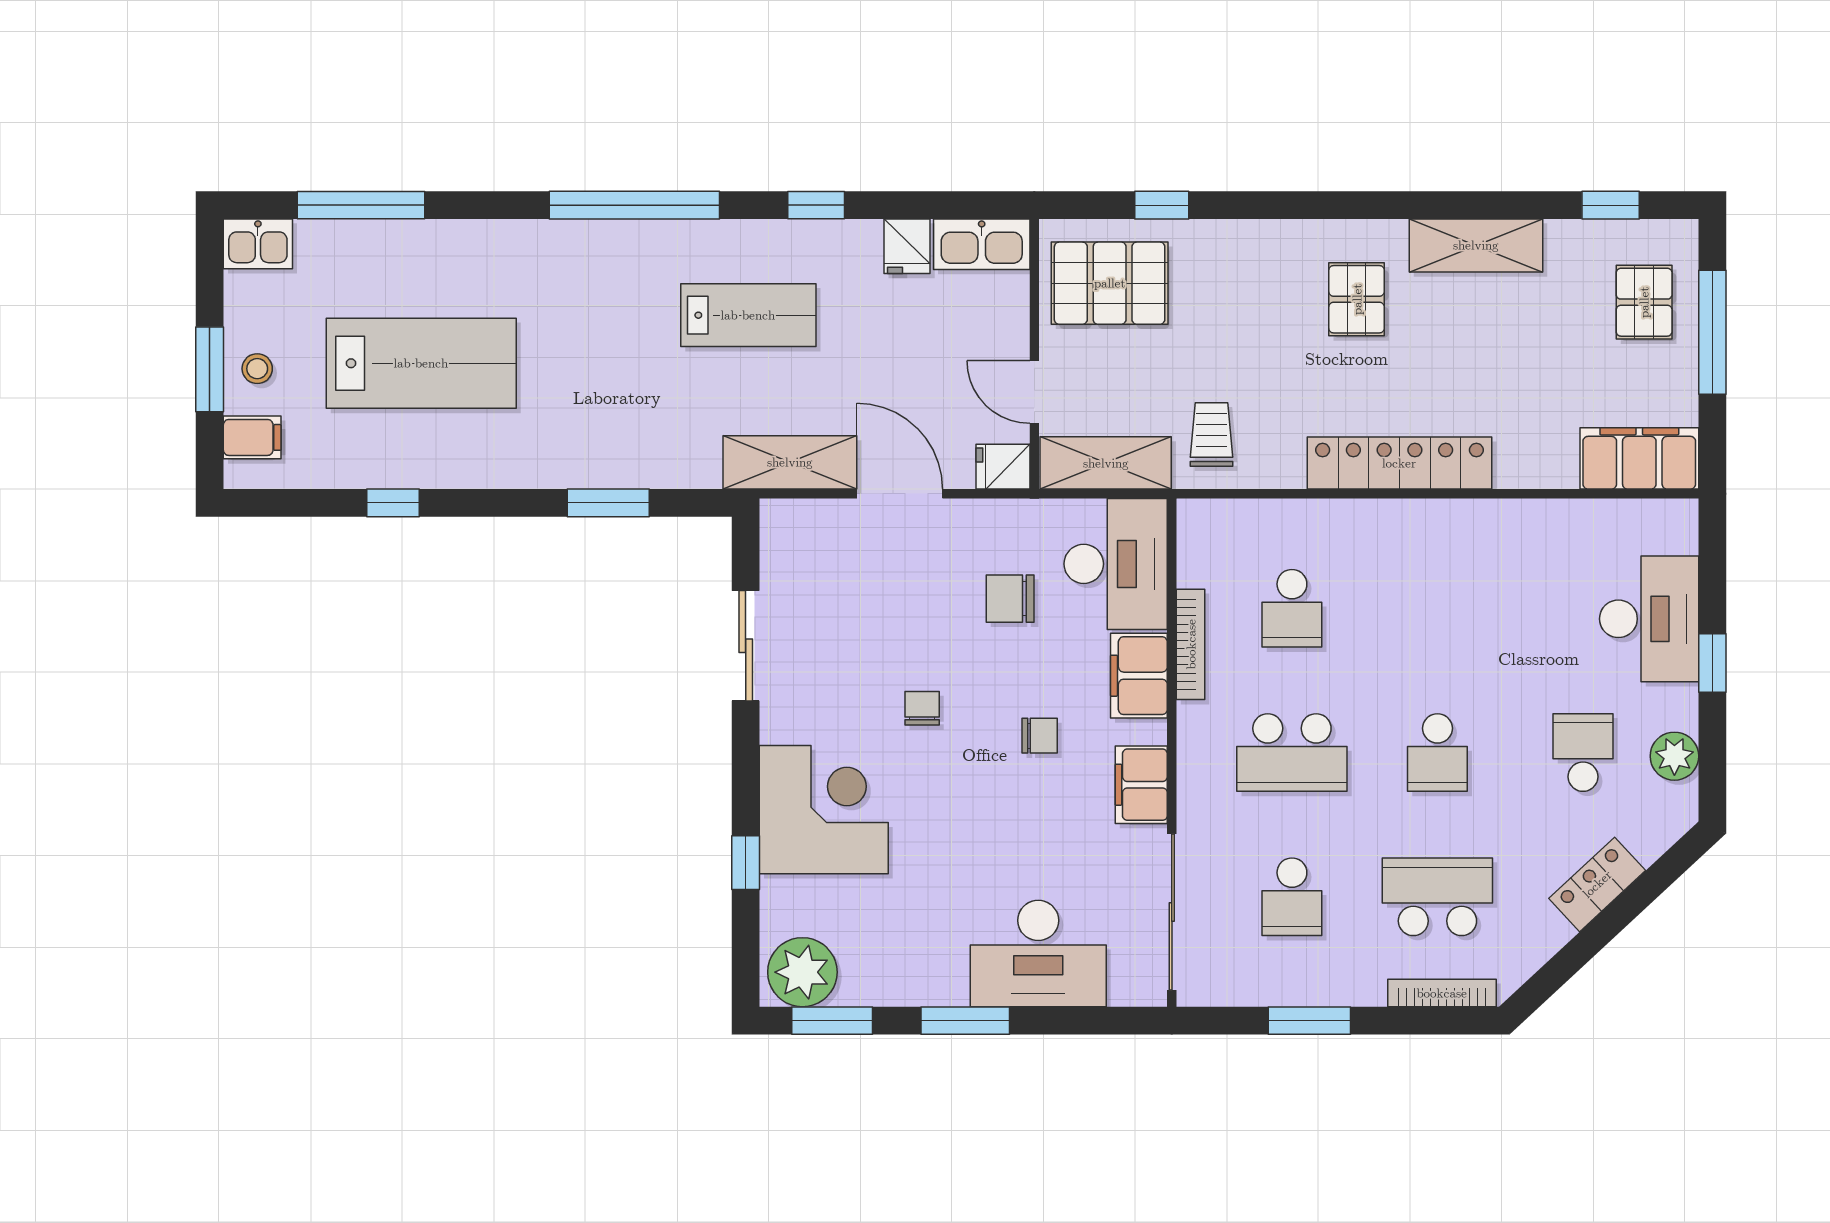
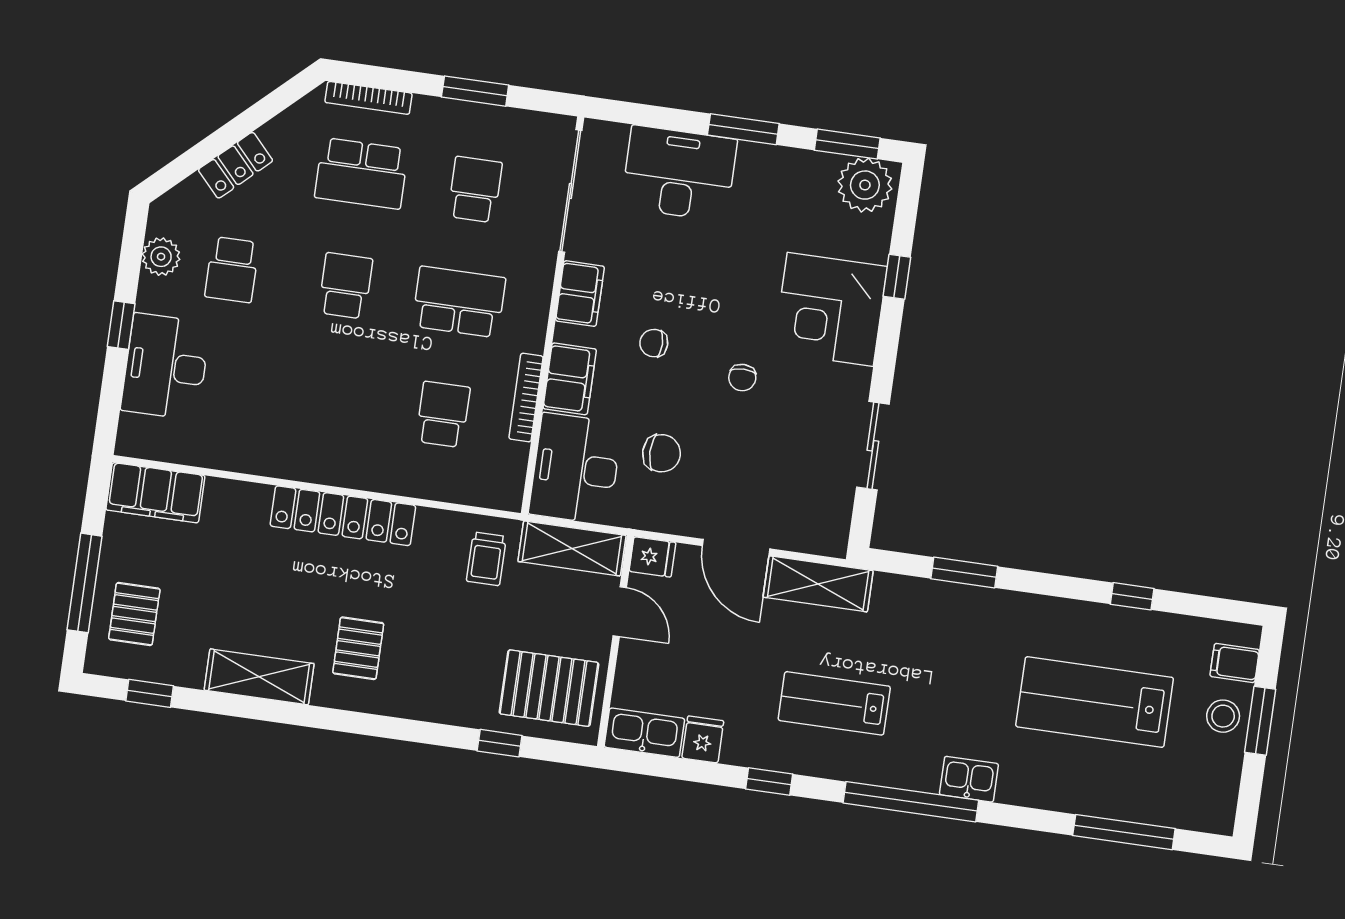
kitchen sink: (258, 244) -> (969, 779), moved
stool: (257, 369) -> (1223, 716), width x1.37, depth x1.37

